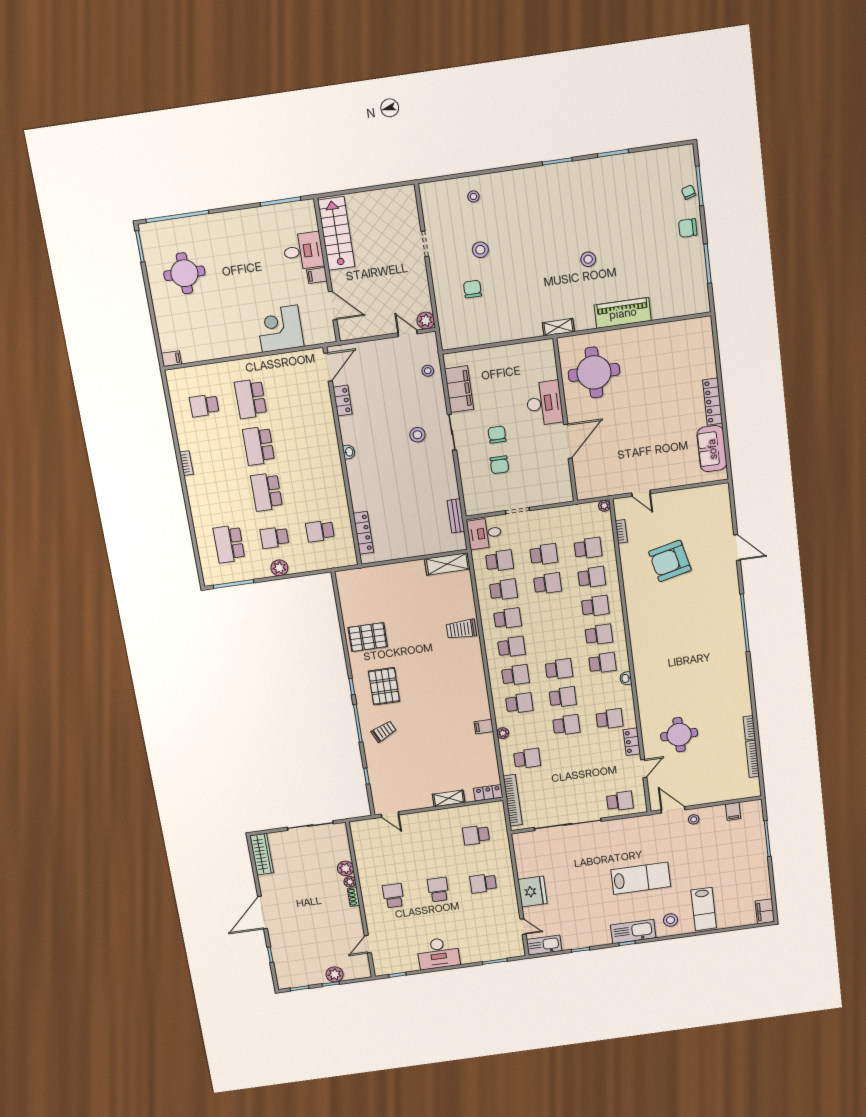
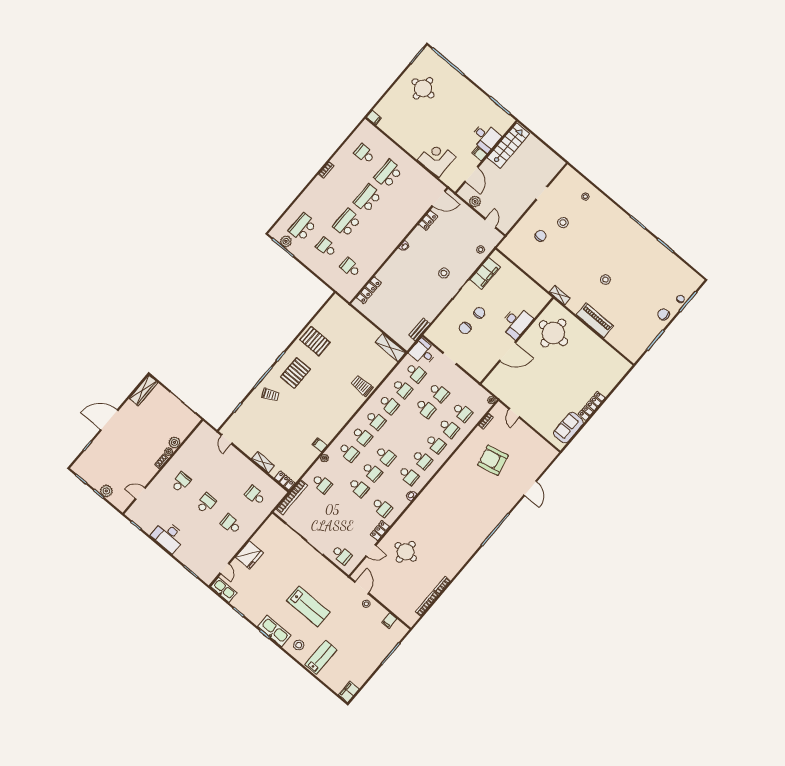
plant: (426, 321) -> (475, 202), moved
plant: (279, 568) -> (286, 241), moved
lab bench: (704, 909) -> (321, 657), turned 180

